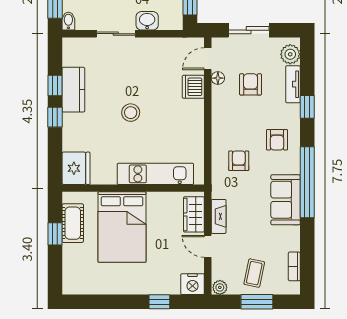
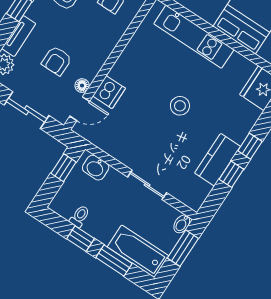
washbasin: (147, 21) -> (96, 168), moved

